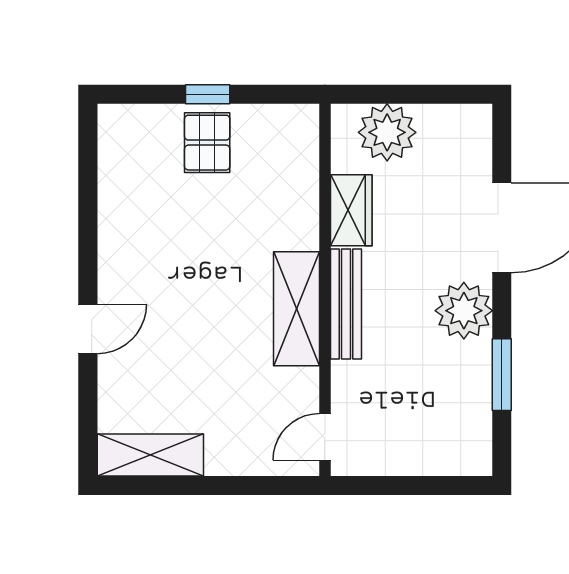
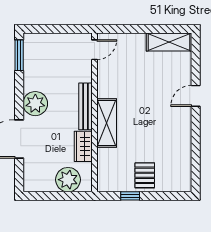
window: (208, 94) -> (130, 196), moved
shelving: (296, 309) -> (107, 123), moved
window: (502, 375) -> (19, 55), moved

